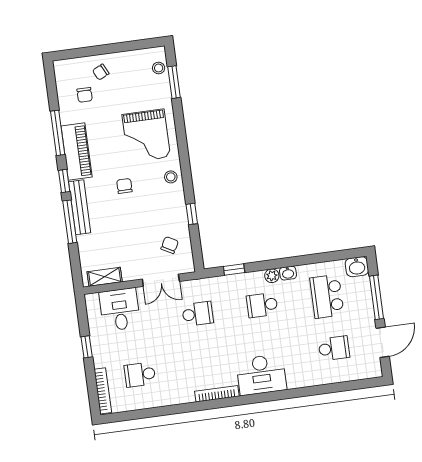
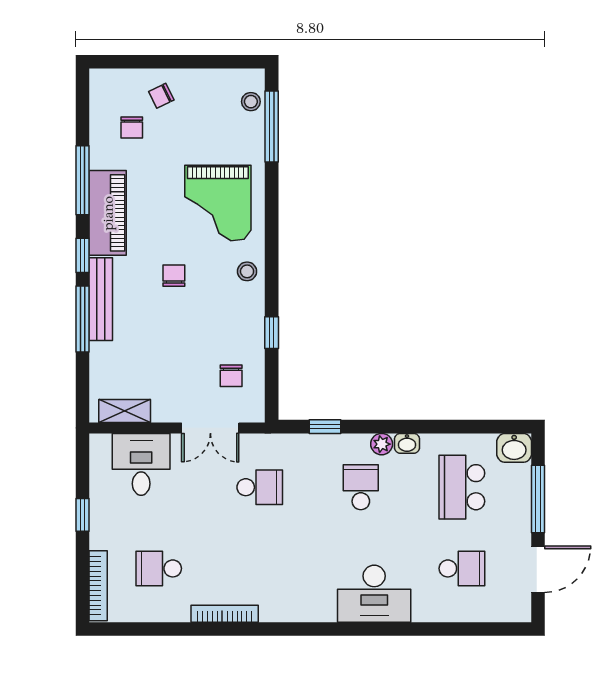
window: (174, 82) -> (272, 126), width x1.44
chair: (170, 245) -> (231, 376), turned 151
school desk: (262, 305) -> (361, 487), turned 90
desk: (261, 375) -> (374, 594), moved
bookcase: (217, 394) -> (225, 614), moved

